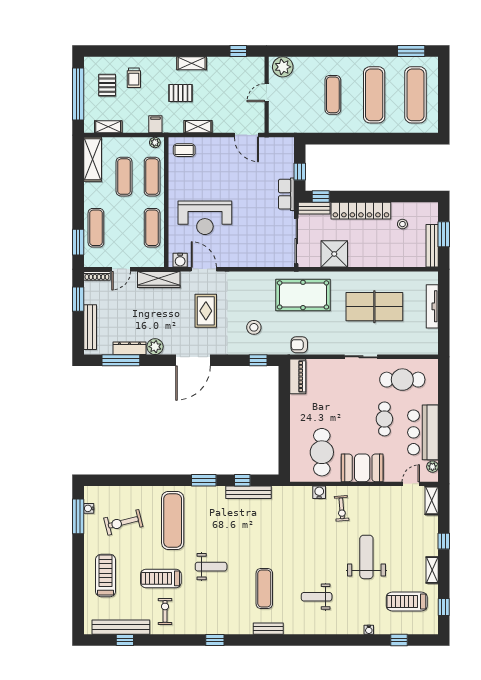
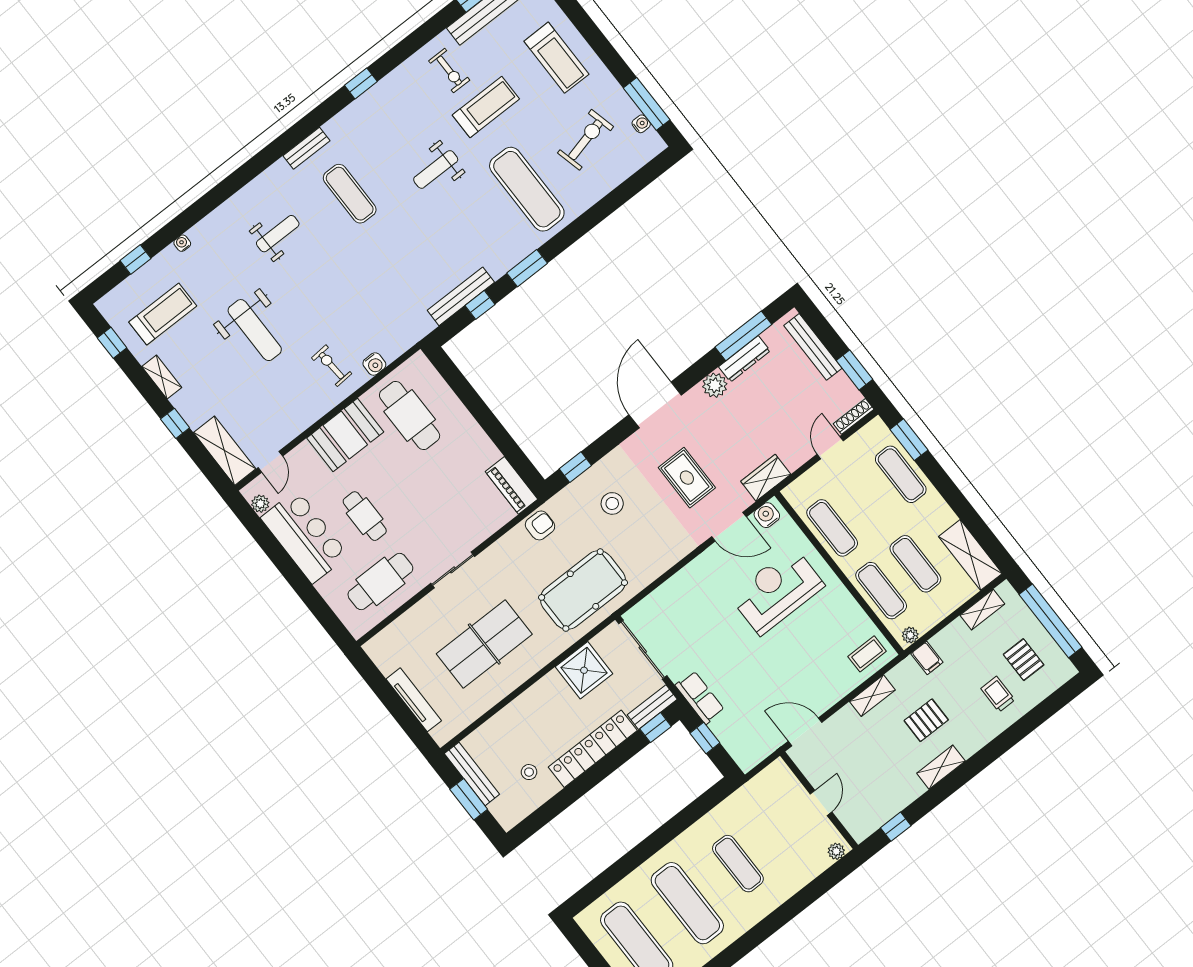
plant: (283, 67) -> (836, 851), width x0.53, depth x0.53
wardrobe: (159, 280) -> (766, 478), width x0.67
shelving: (432, 500) -> (225, 451), width x1.50, depth x1.33

